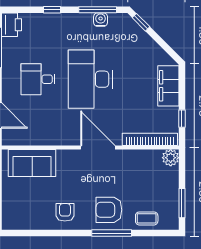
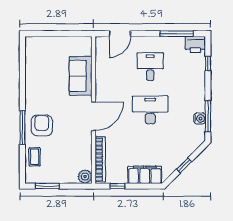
window: (52, 10) -> (208, 64), moved
window: (141, 22) -> (184, 165), moved
desk: (90, 79) -> (150, 110), width x0.73, depth x0.77
sofa: (32, 163) -> (81, 76), moved
armchair: (65, 212) -> (40, 89), removed

